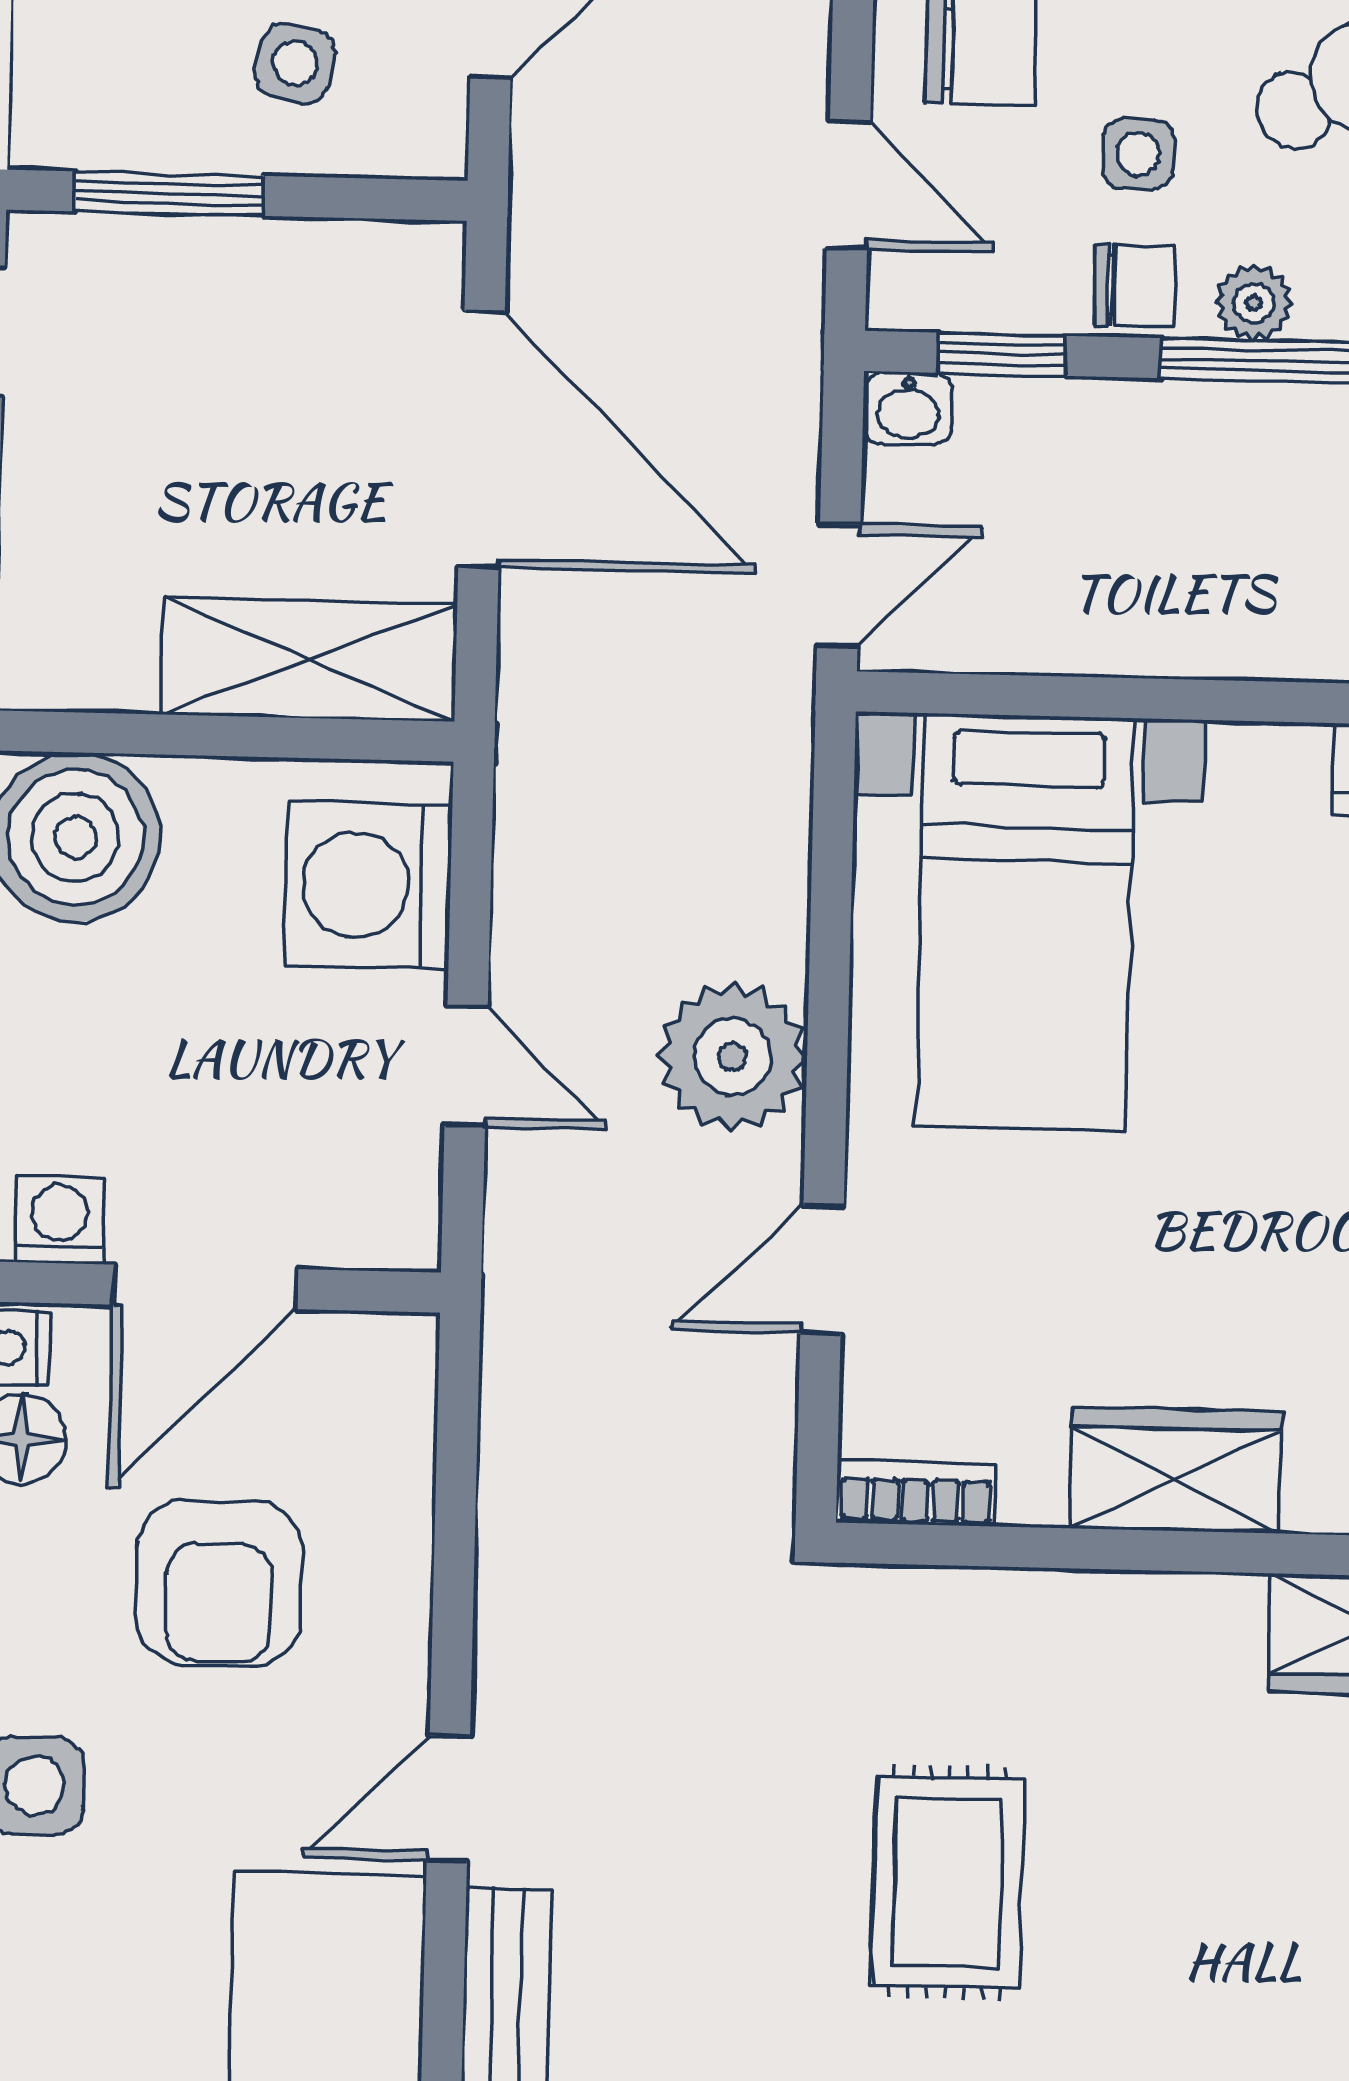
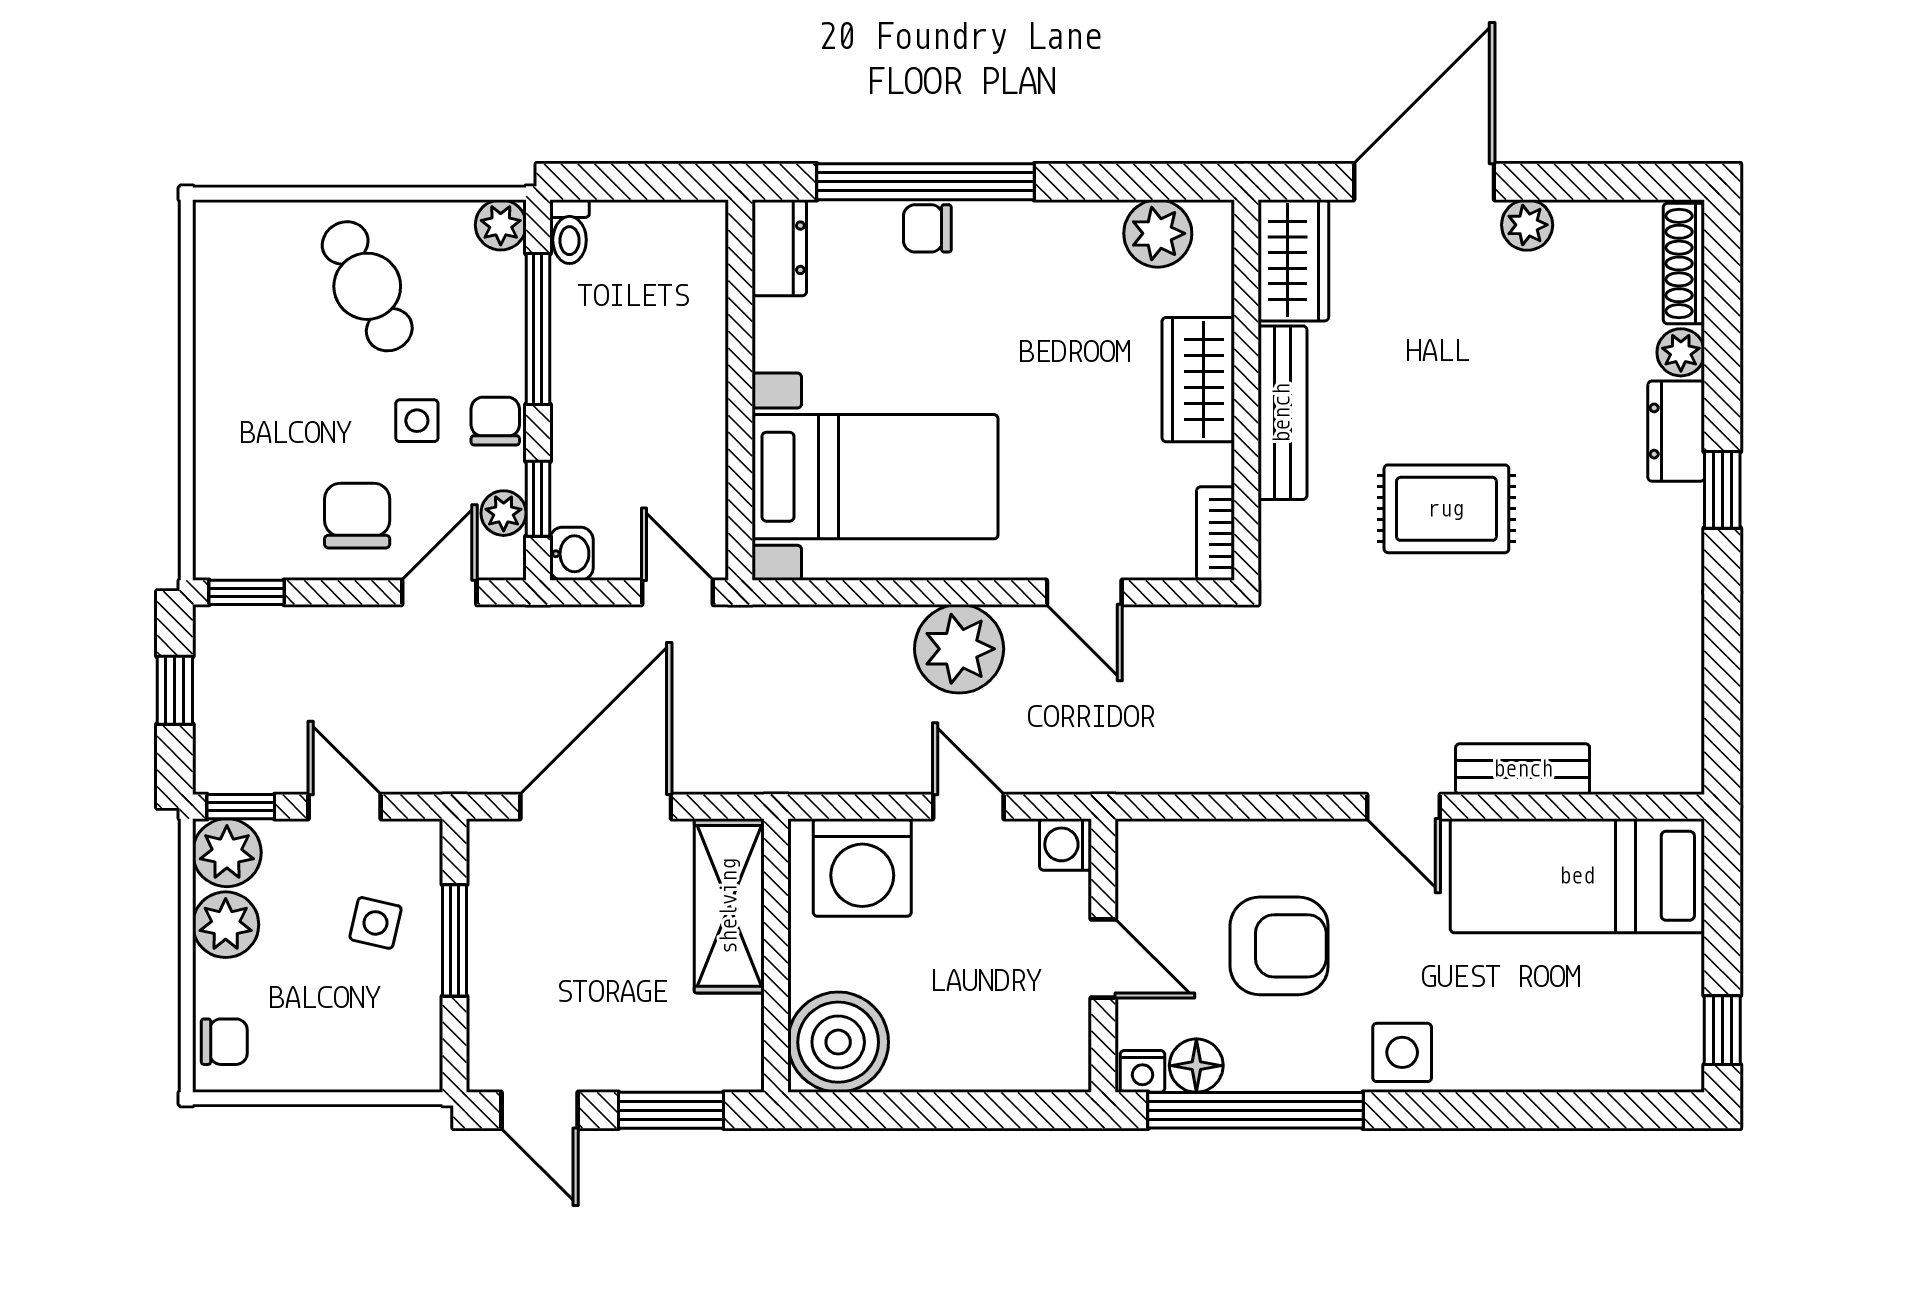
window: (169, 194) -> (455, 940), moved
plant: (1254, 303) -> (504, 513), moved
door: (466, 1066) -> (968, 807), hinge flipped
washing machine: (60, 1220) -> (1066, 844), moved
door: (205, 1287) -> (1103, 959), width x0.73
bench: (1116, 1611) -> (1282, 413), added

